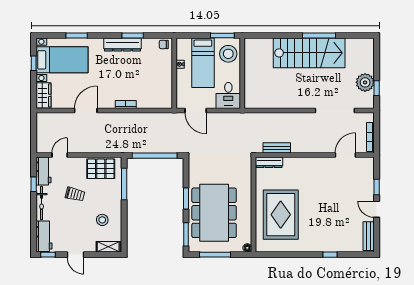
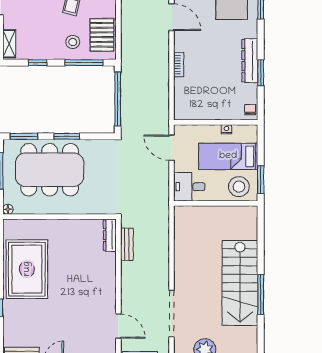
door: (196, 110) -> (172, 148), hinge flipped
rug: (281, 215) -> (27, 269), moved, turned 90
stool: (102, 220) -> (73, 42), moved
window: (124, 223) -> (38, 63), added

